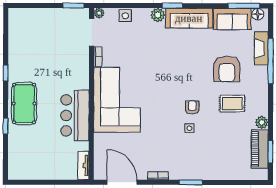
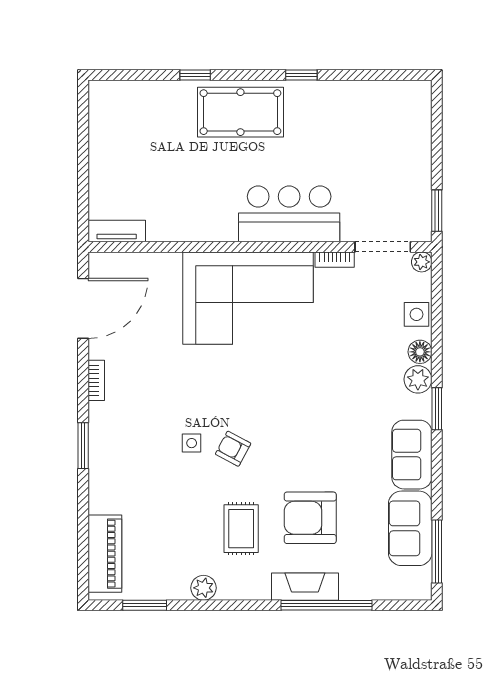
floor lamp: (258, 14) -> (420, 352), moved
sofa: (189, 18) -> (412, 455), width x0.73
fireplace: (261, 48) -> (305, 587), moved
armchair: (192, 107) -> (233, 449), turned -152
bar counter: (75, 115) -> (289, 214), moved
piano: (260, 149) -> (105, 554), moved, turned 90

